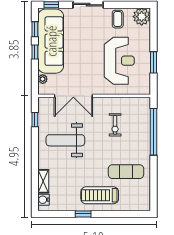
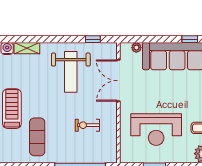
window: (35, 52) -> (166, 39), removed
weight bench: (65, 140) -> (71, 72), turned 180

